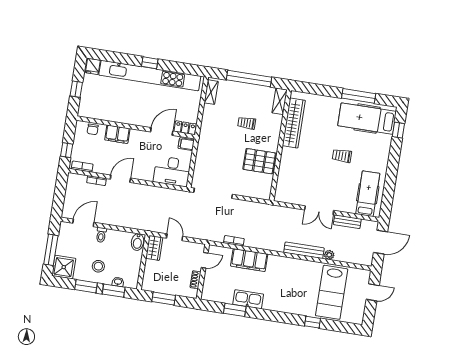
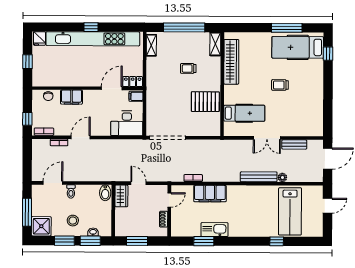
hospital bed: (368, 194) -> (244, 113), moved, turned 90

